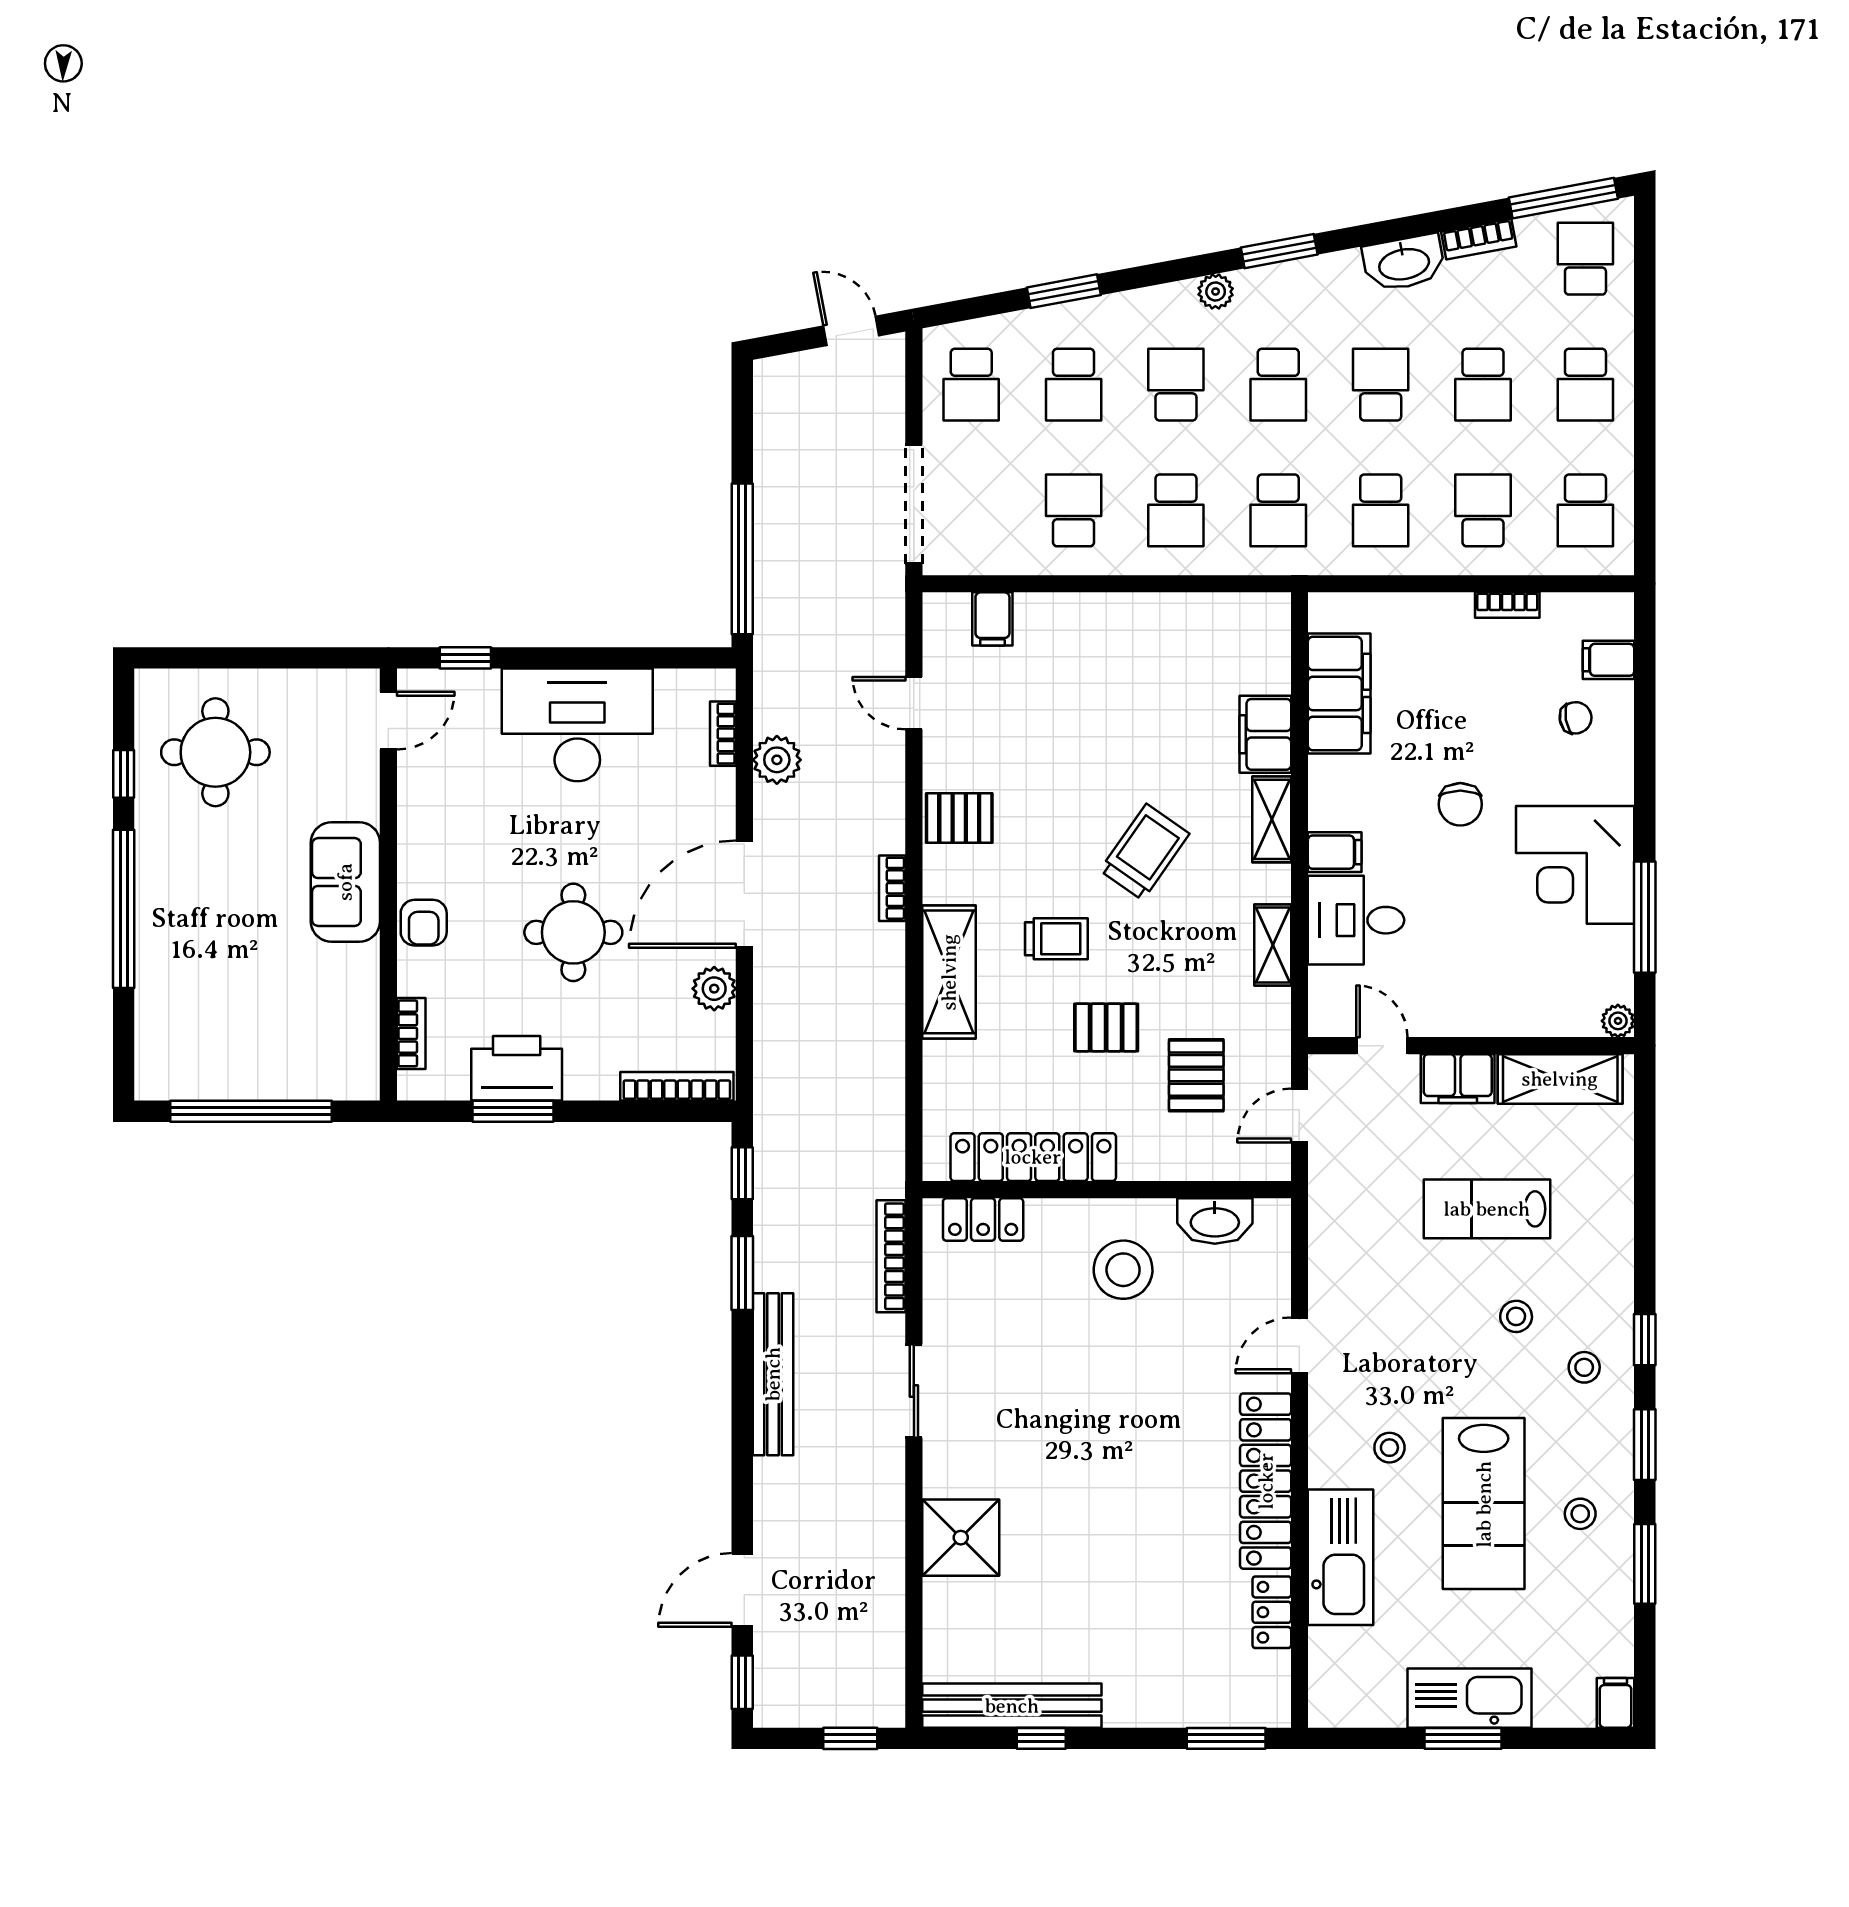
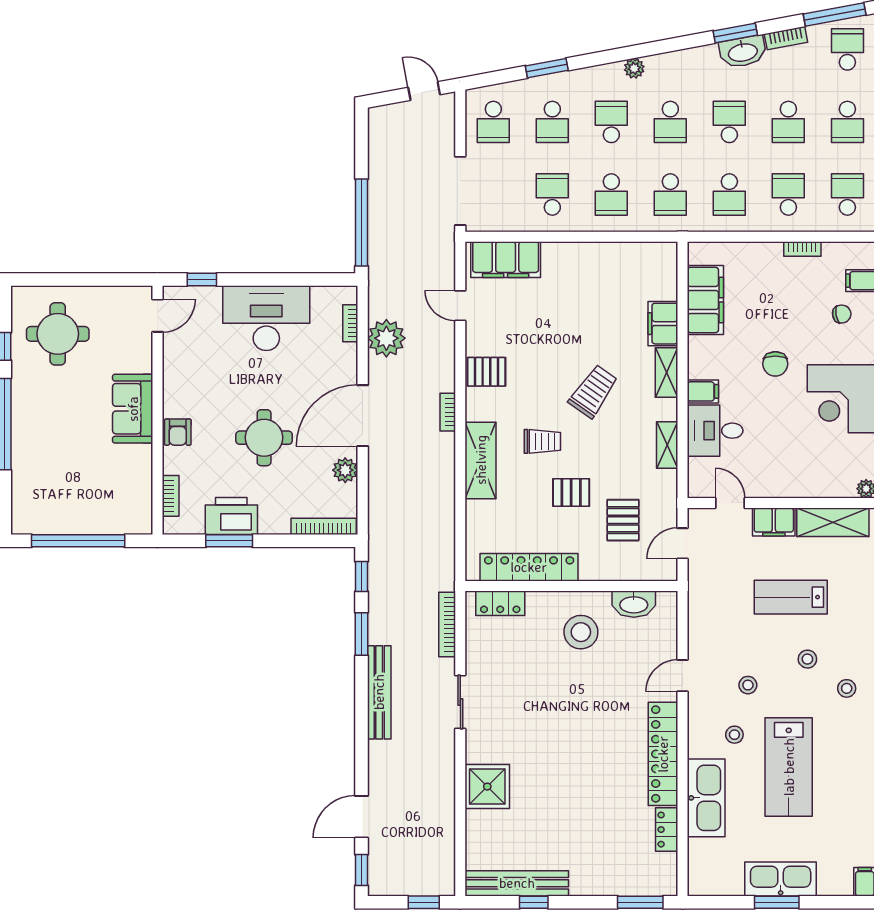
window: (1279, 251) -> (735, 33), moved
school desk: (1585, 510) -> (847, 194), turned 180
filing cabinet: (992, 619) -> (506, 260), width x3.00, depth x1.17
plant: (777, 760) -> (386, 338), width x1.36, depth x1.36
stool: (1580, 1514) -> (748, 685), moved

